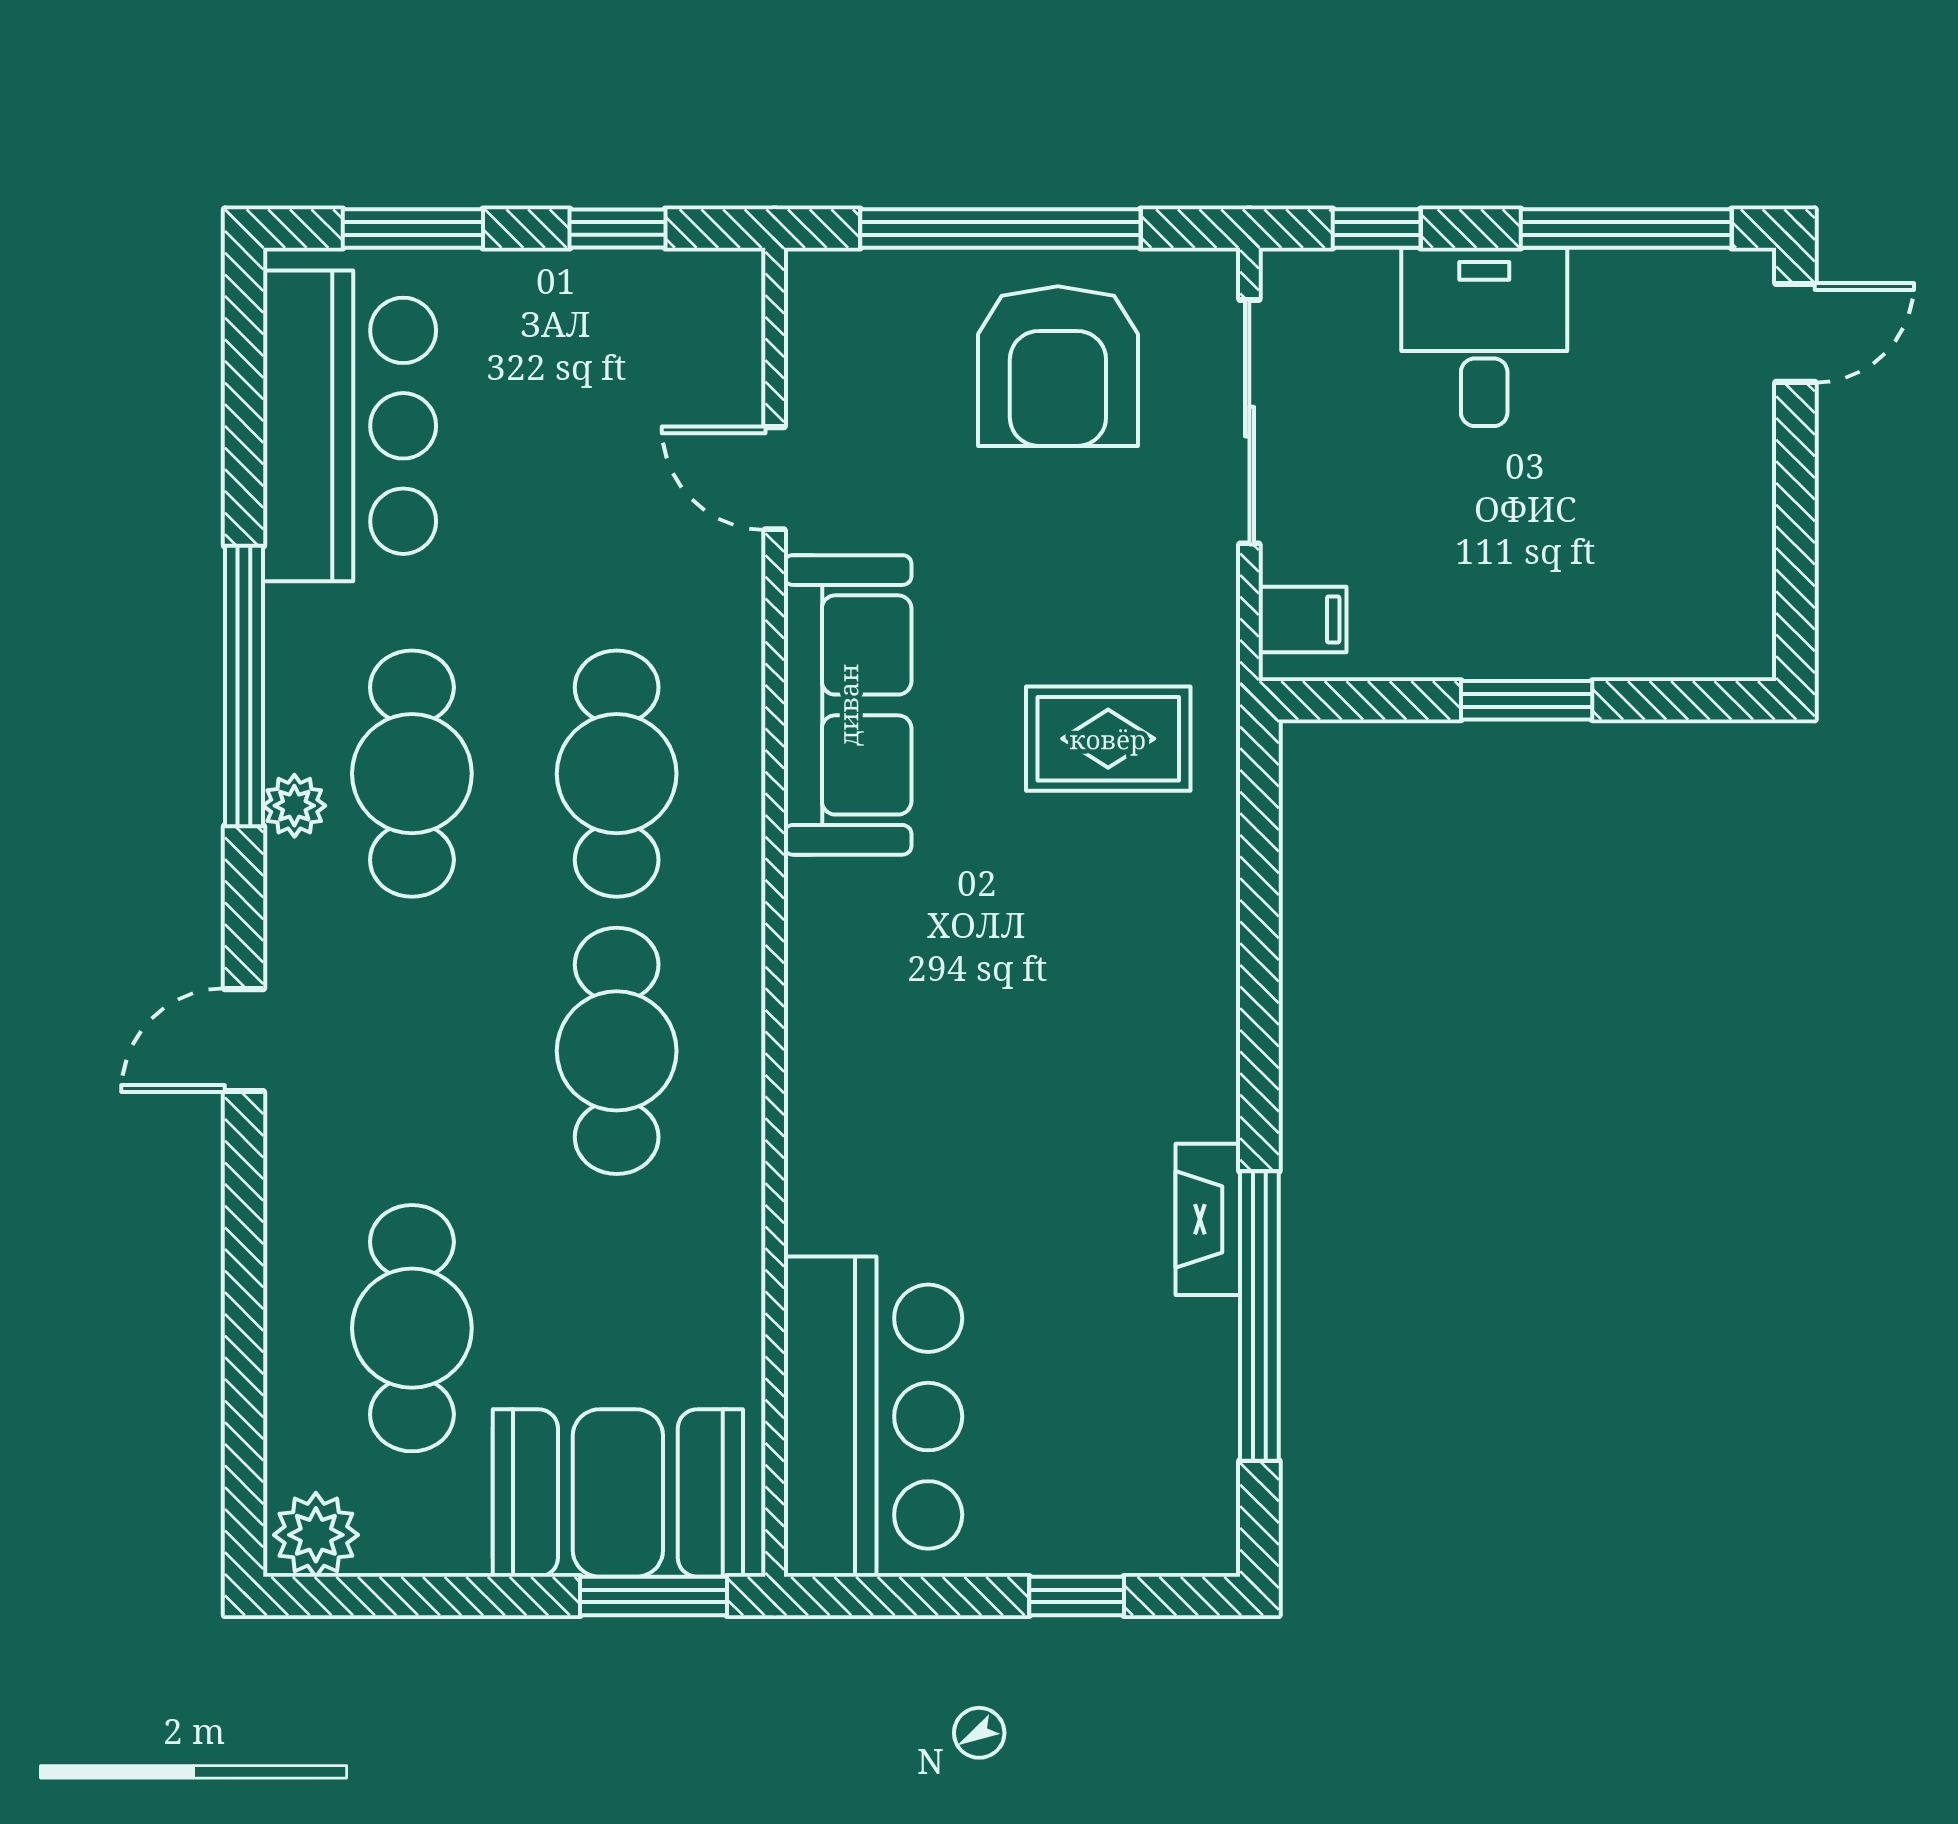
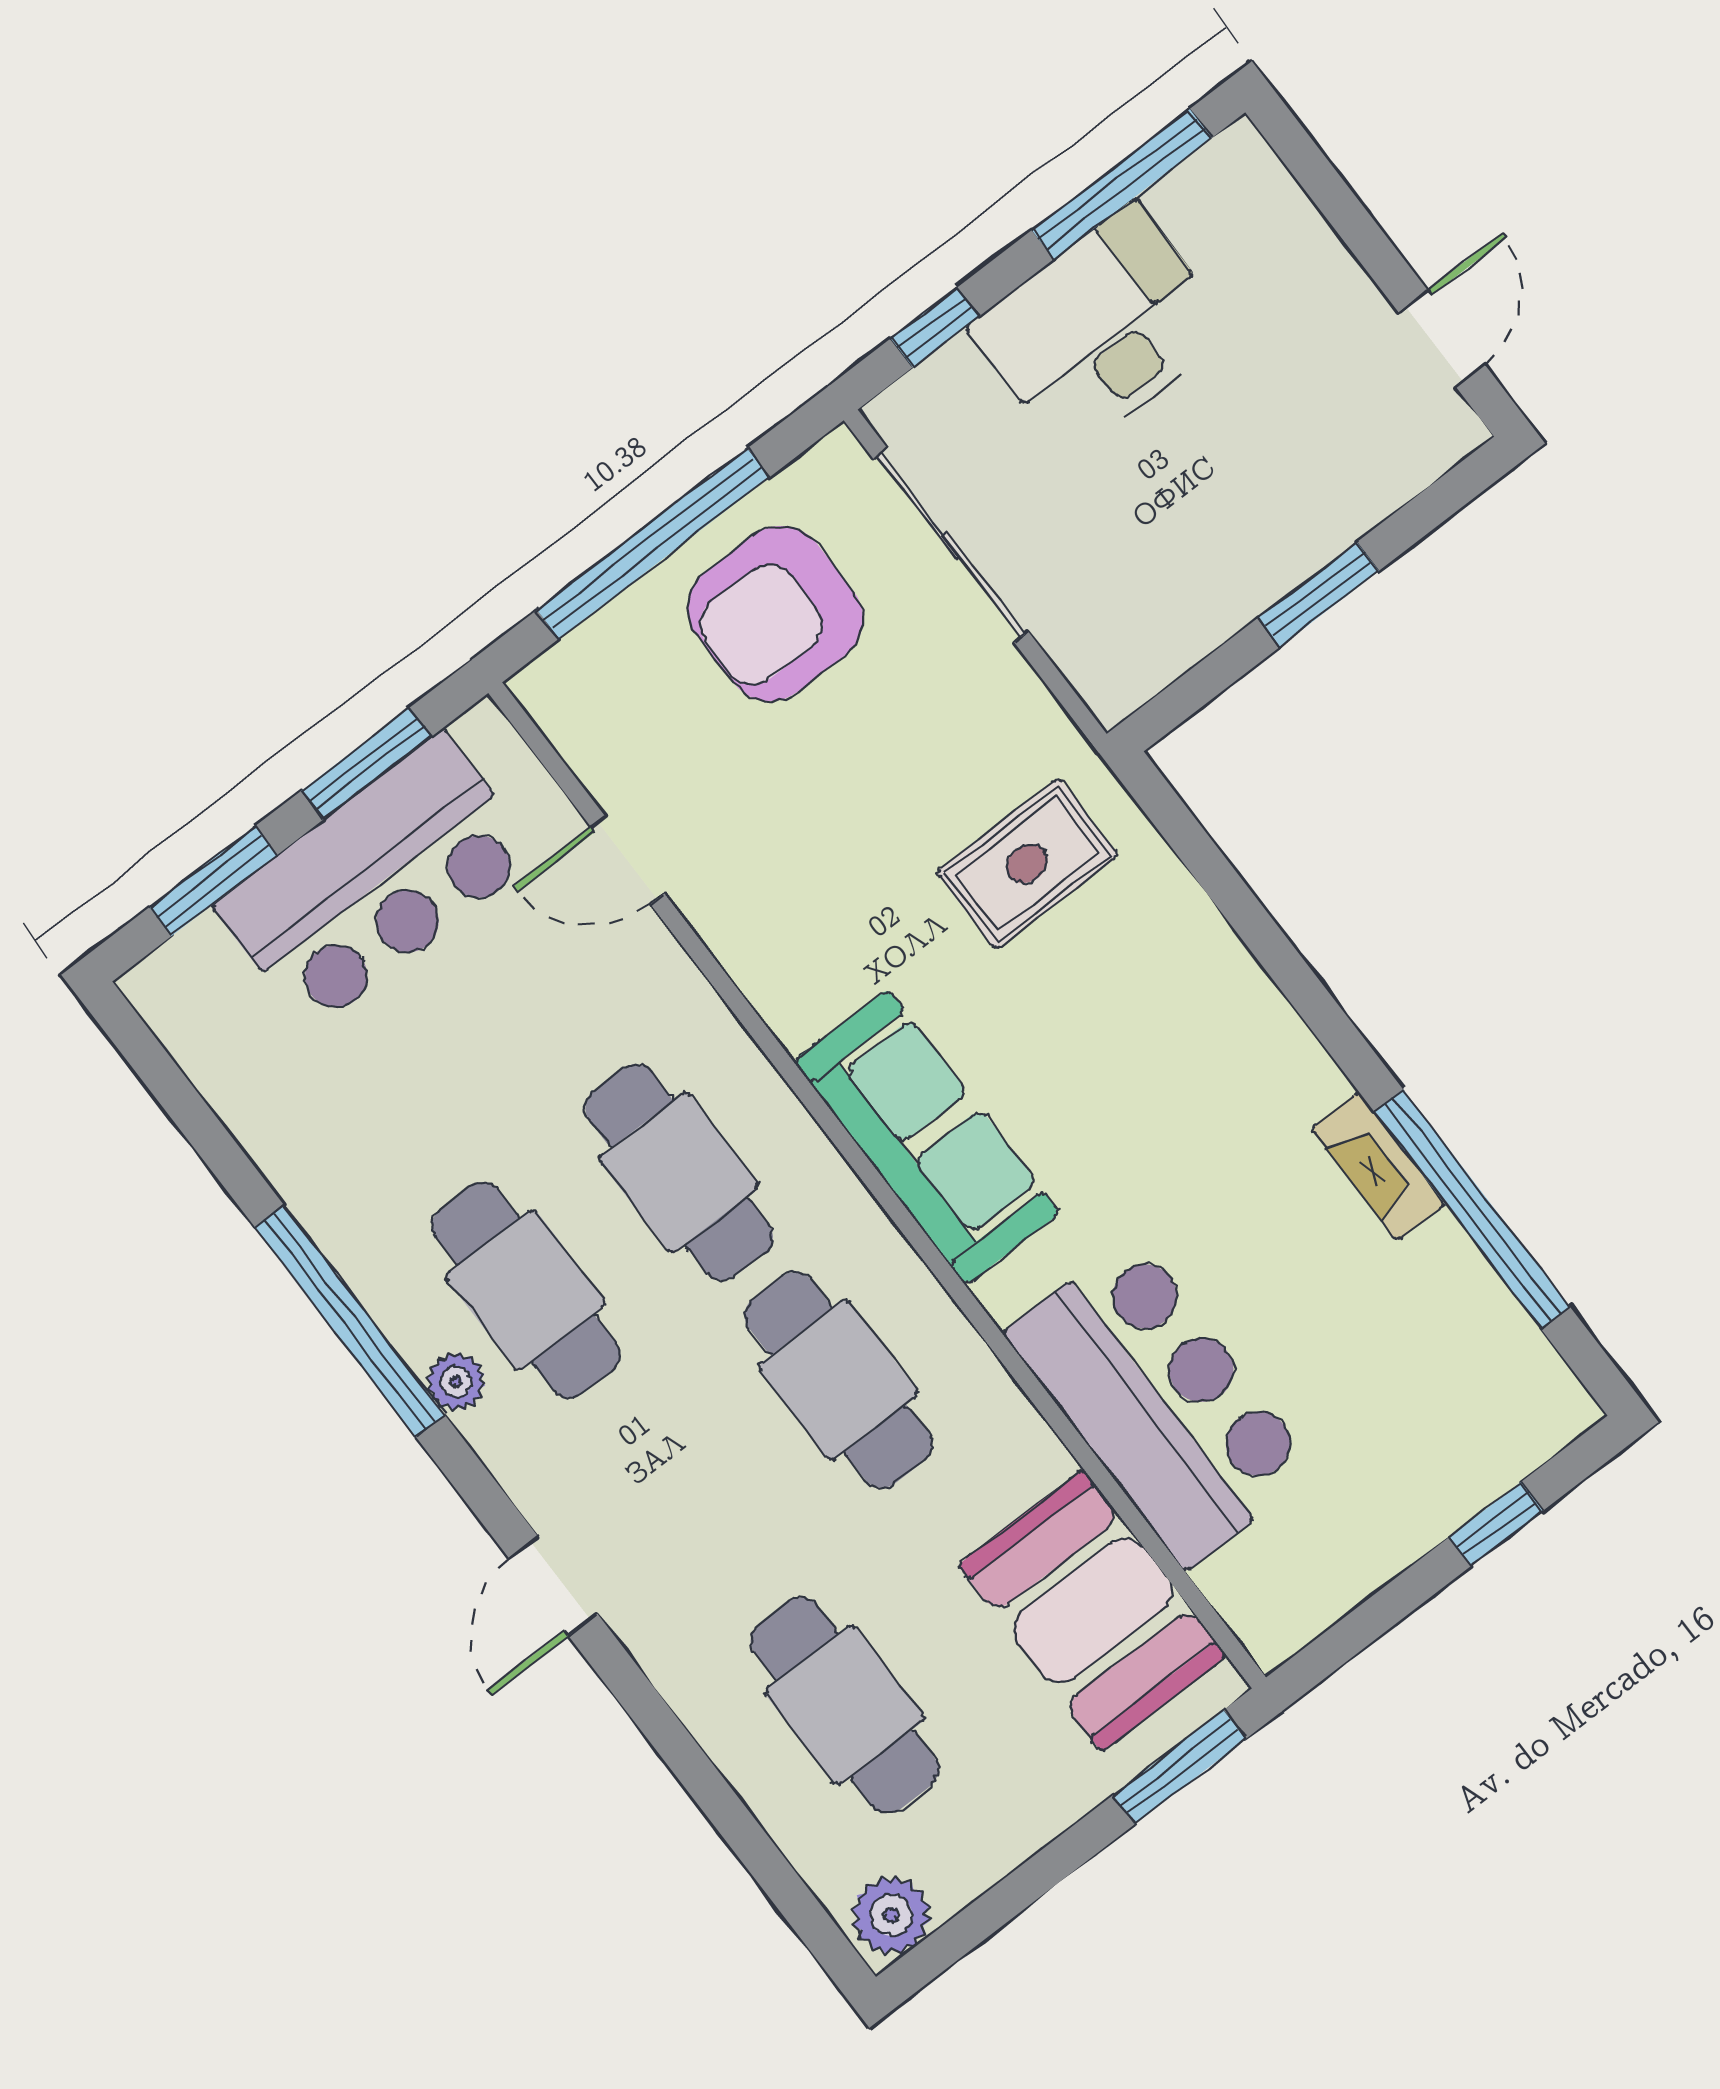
window: (618, 228) -> (366, 764), width x1.50
door: (1795, 333) -> (1442, 338), moved
desk: (1484, 337) -> (1101, 329), width x1.37
armchair: (1058, 366) -> (775, 614), turned 90
bar counter: (350, 426) -> (377, 881), moved, turned 90
filing cabinet: (1302, 619) -> (1104, 663), removed
sofa: (848, 705) -> (927, 1137), moved
bar counter: (873, 1417) -> (1160, 1402), moved
booth: (618, 1493) -> (1093, 1611), moved, turned 90

